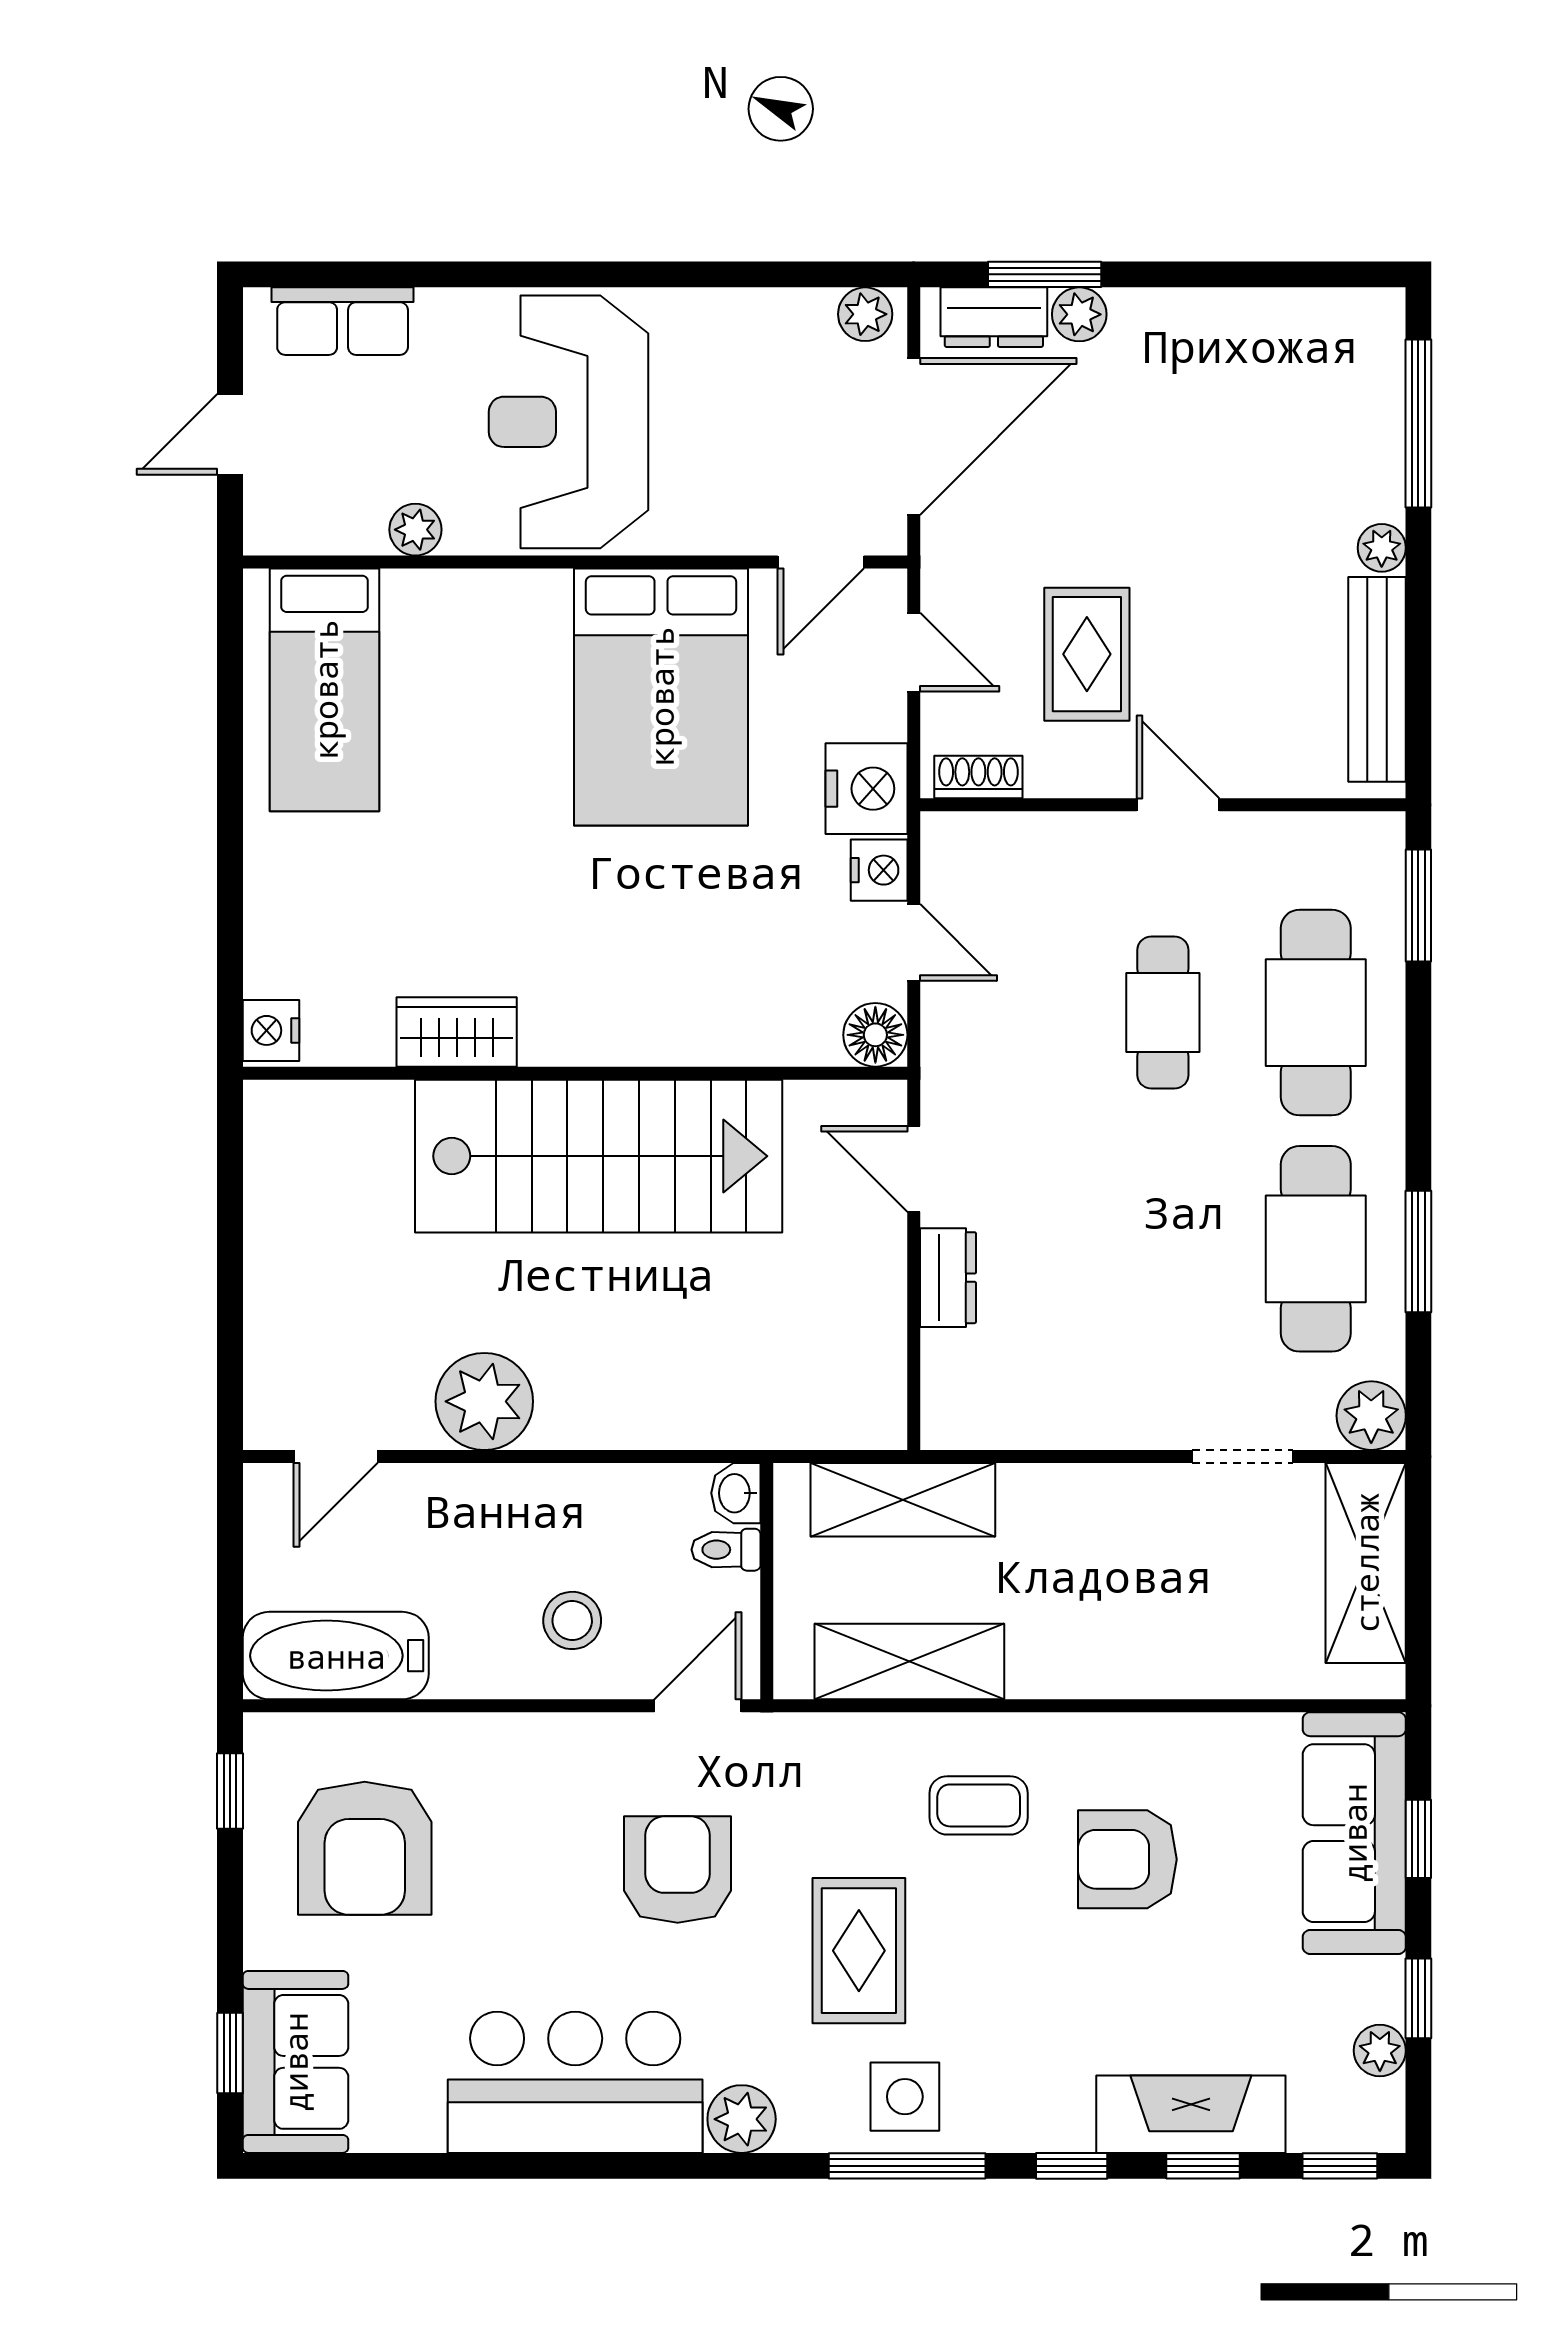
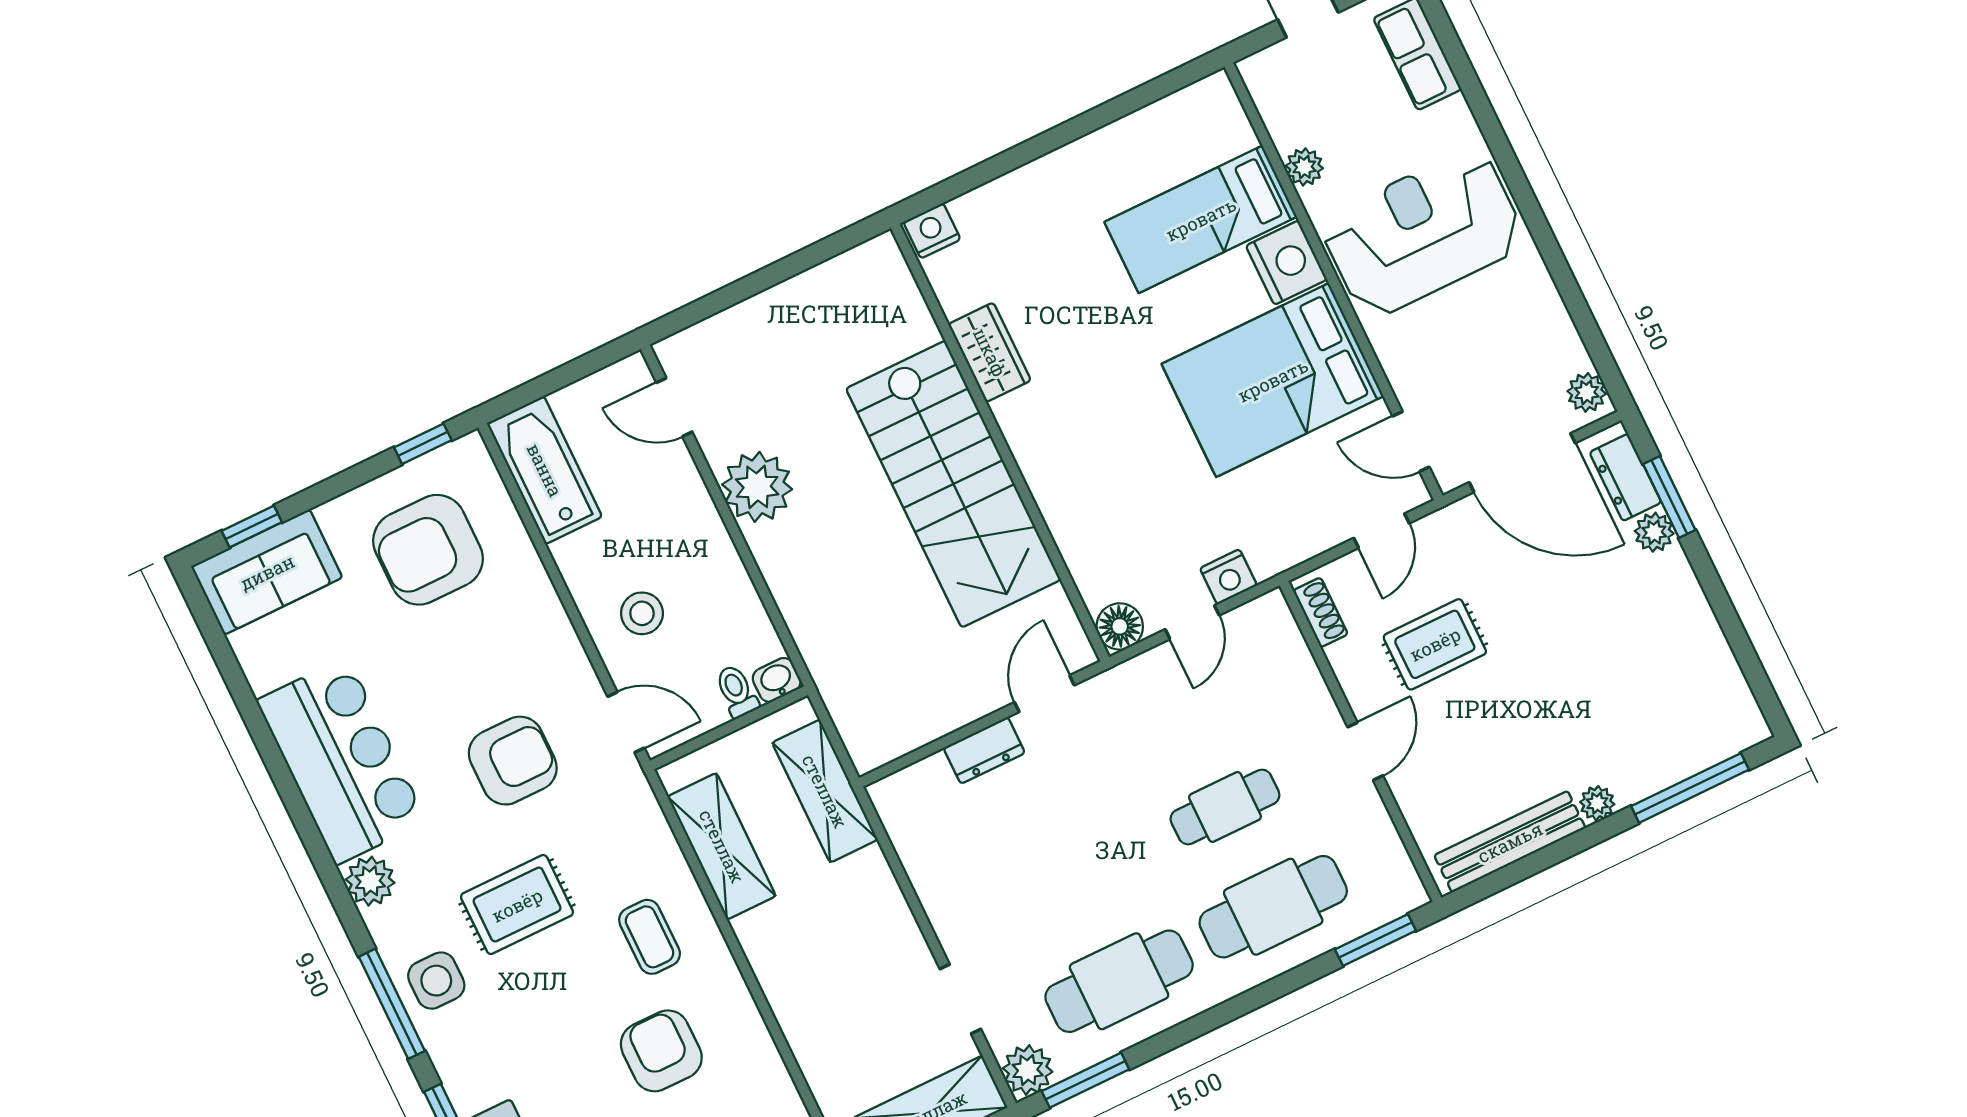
bed: (325, 690) -> (1201, 219), moved
nightstand: (866, 789) -> (1286, 263), moved, turned -90
window: (1418, 1251) -> (1085, 1080), moved

